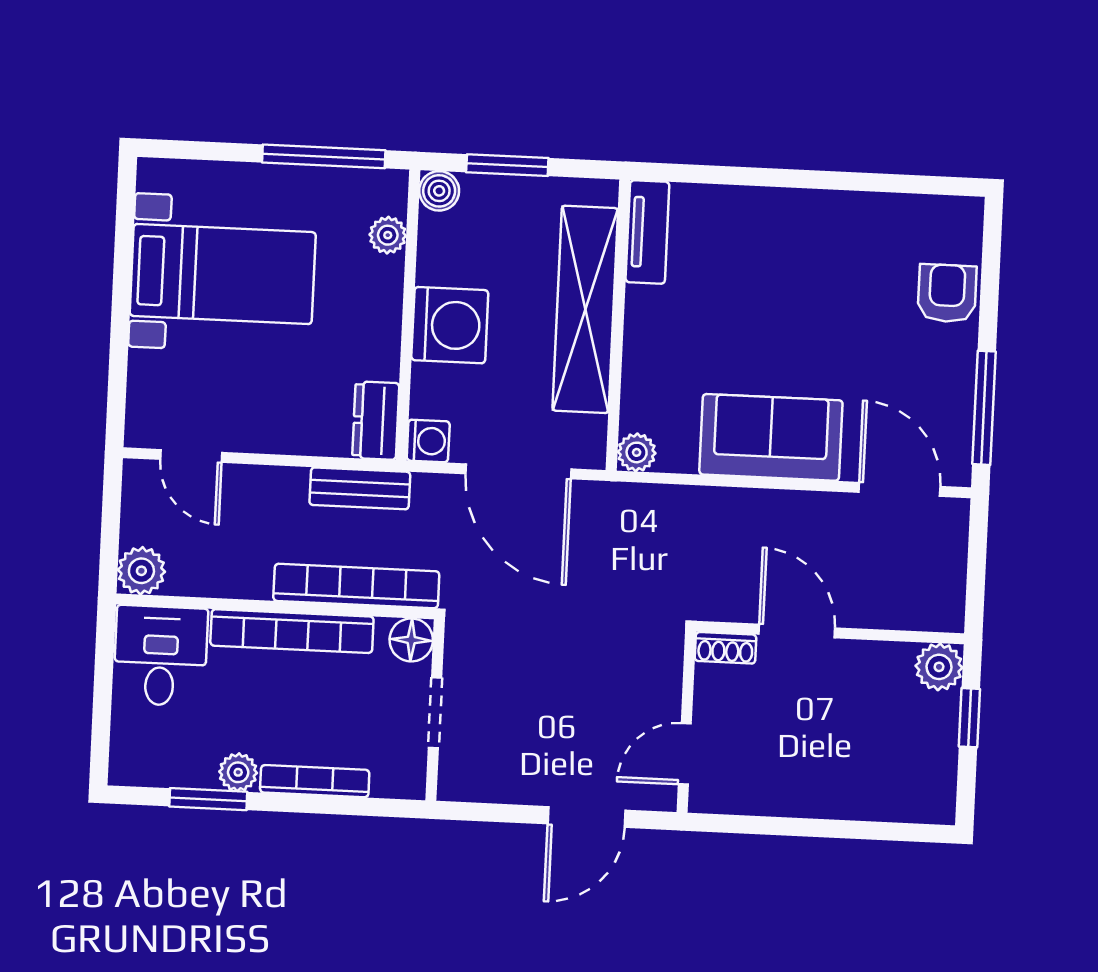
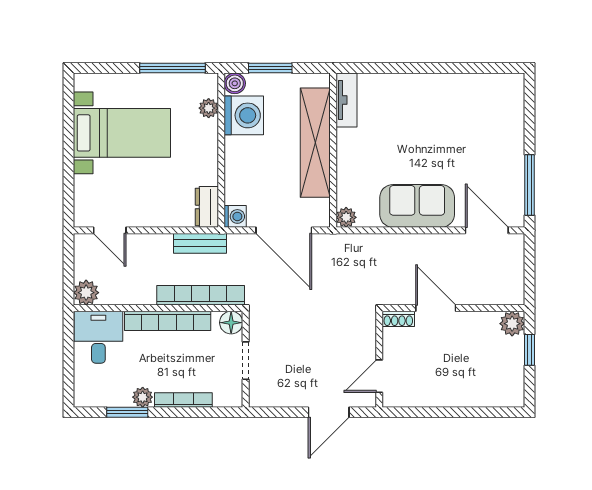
armchair: (947, 293) -> (507, 125), removed
washing machine: (450, 325) -> (244, 115), moved

